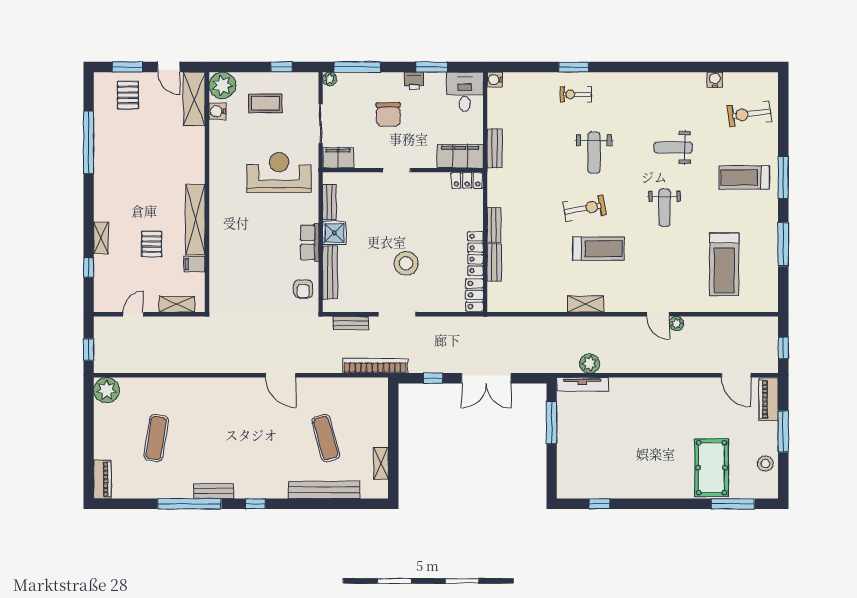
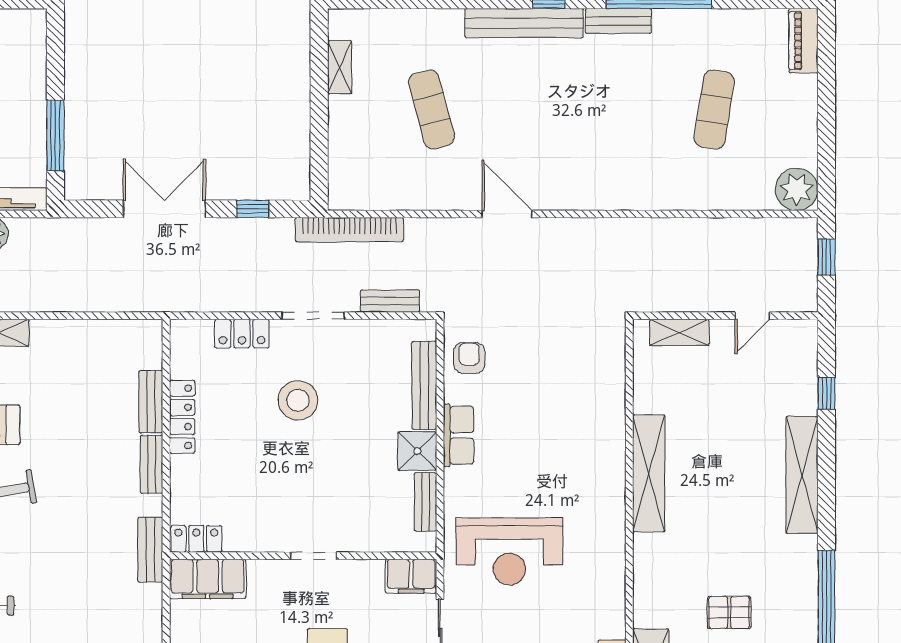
bench: (495, 148) -> (150, 550), moved
shelving: (101, 238) -> (802, 475), width x2.20, depth x1.33
pallet: (152, 244) -> (729, 612), moved, turned 90
filing cabinet: (194, 264) -> (650, 399), removed
locker: (474, 295) -> (242, 334), moved, turned 90
bench: (324, 490) -> (524, 23), moved

